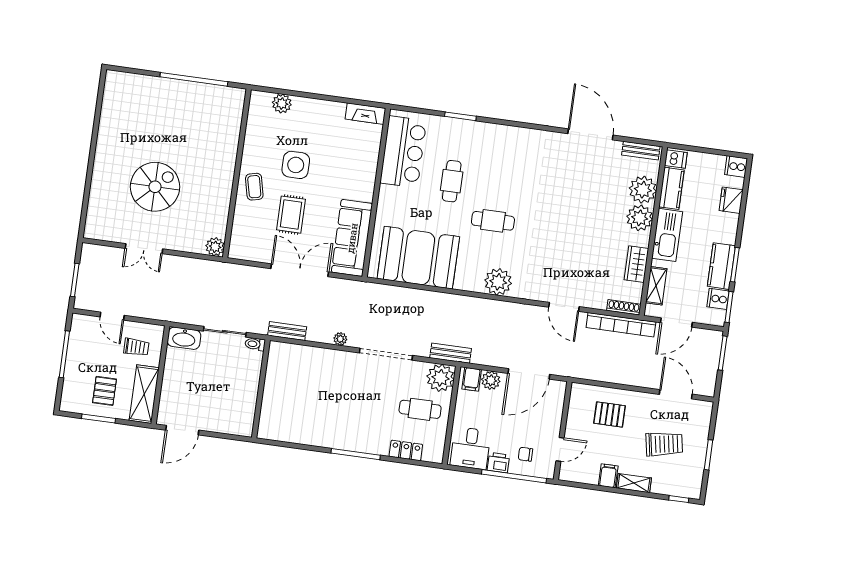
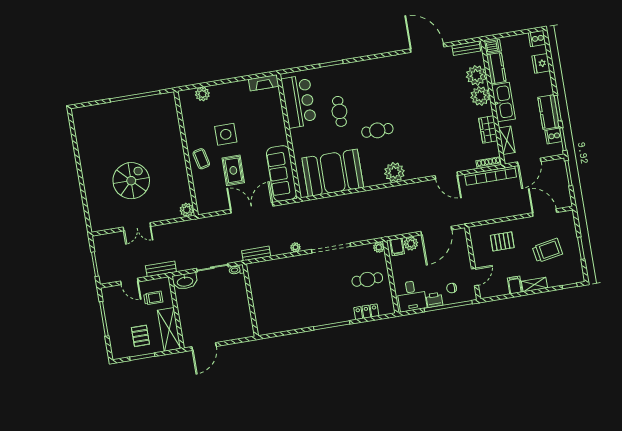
bench: (451, 353) -> (161, 269), moved
plant: (440, 378) -> (379, 247), width x0.53, depth x0.53

